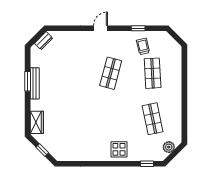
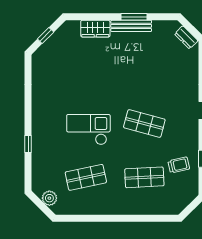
checkout: (115, 117) -> (88, 130), added
wardrobe: (37, 122) -> (95, 29), moved
display table: (119, 149) -> (46, 134), removed
window: (147, 164) -> (28, 144), moved

